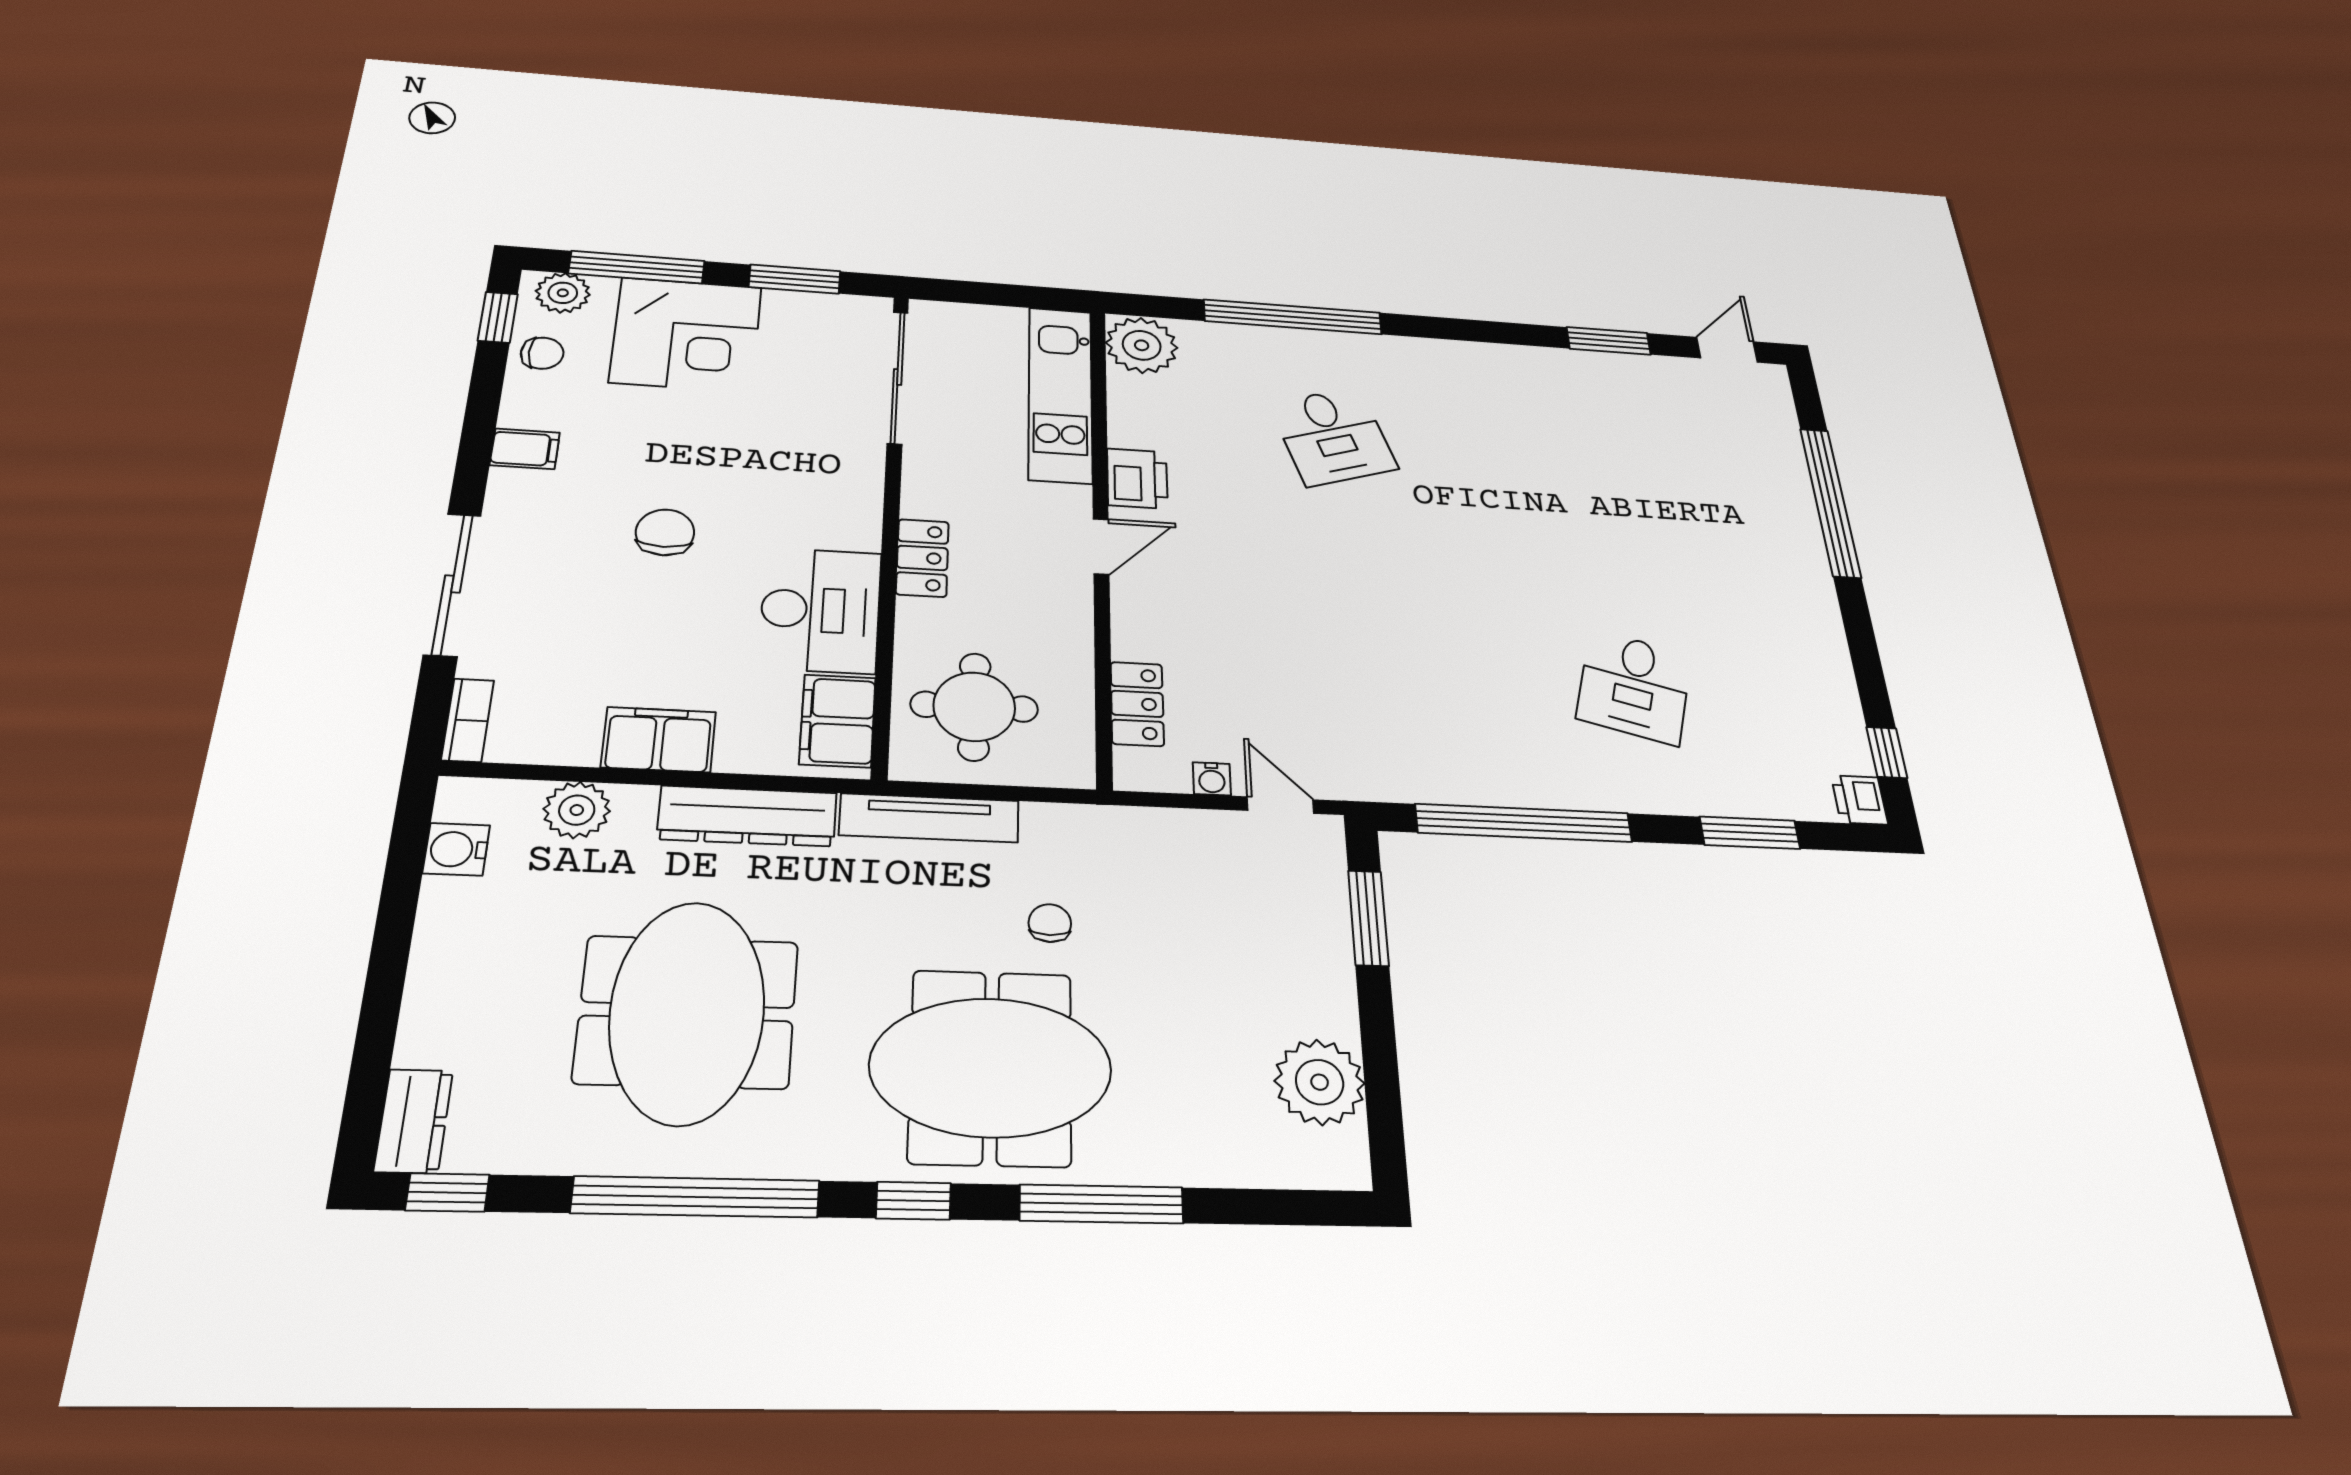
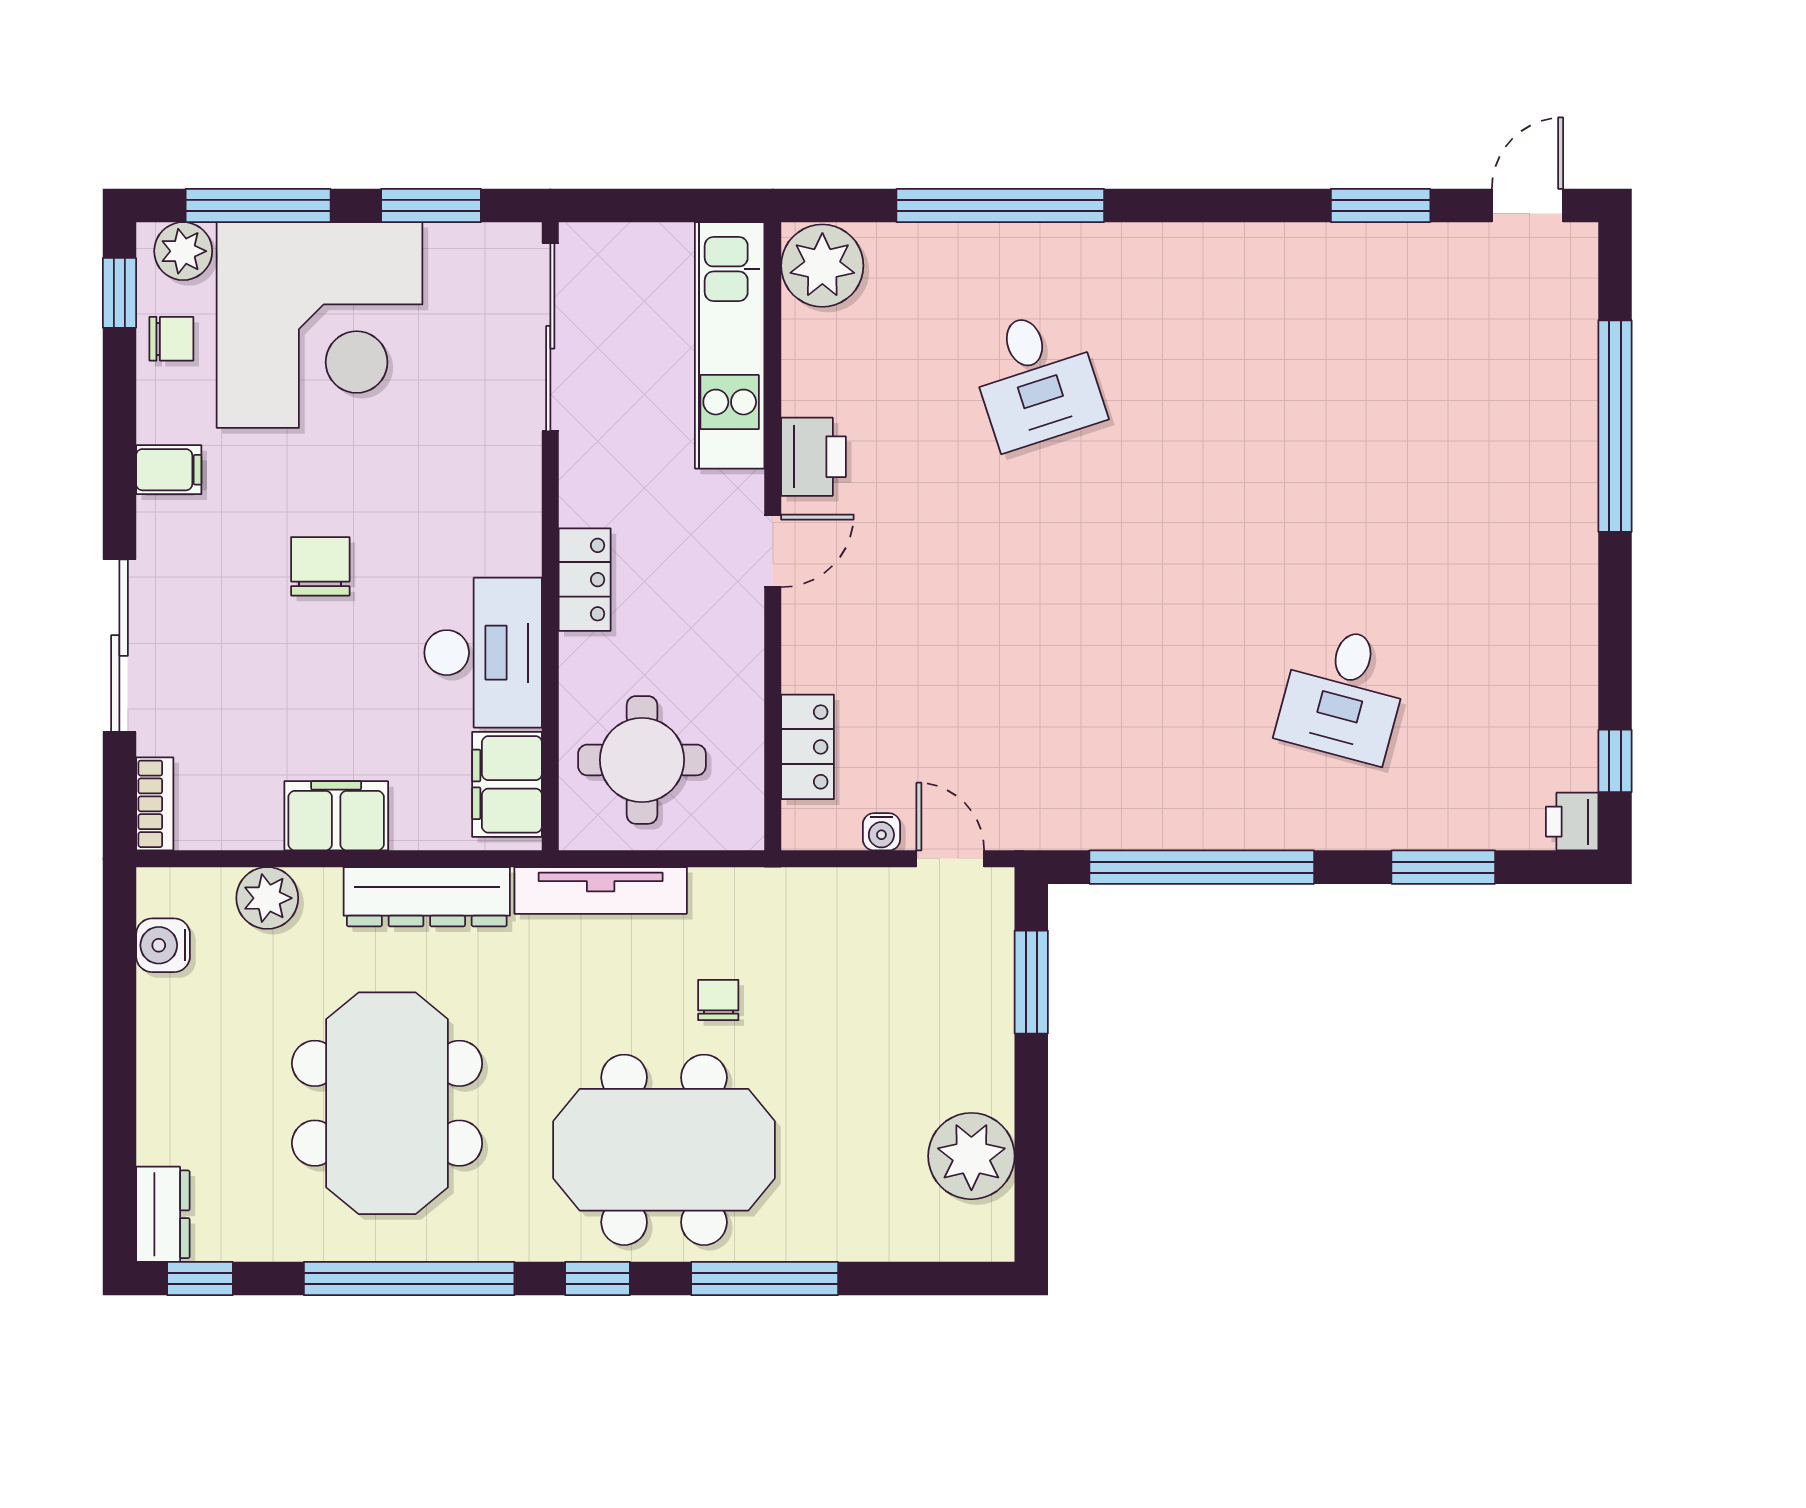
corner desk: (686, 334) -> (320, 325), width x1.36, depth x1.36

